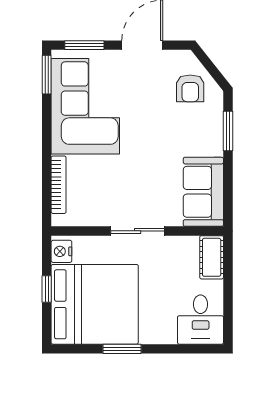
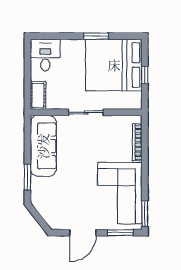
armchair: (190, 88) -> (52, 205), removed
sofa: (203, 192) -> (43, 146), width x1.36
nightstand: (61, 251) -> (135, 99), removed

